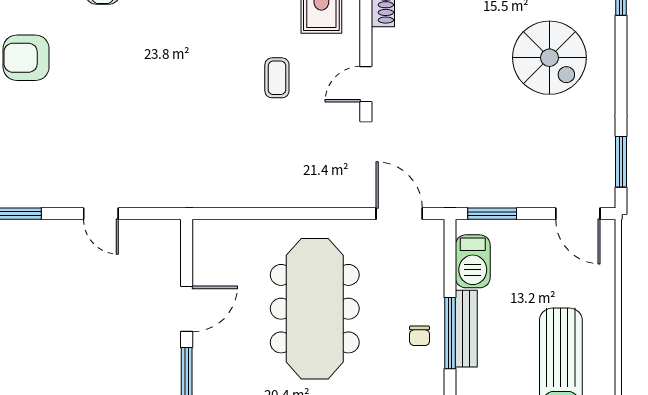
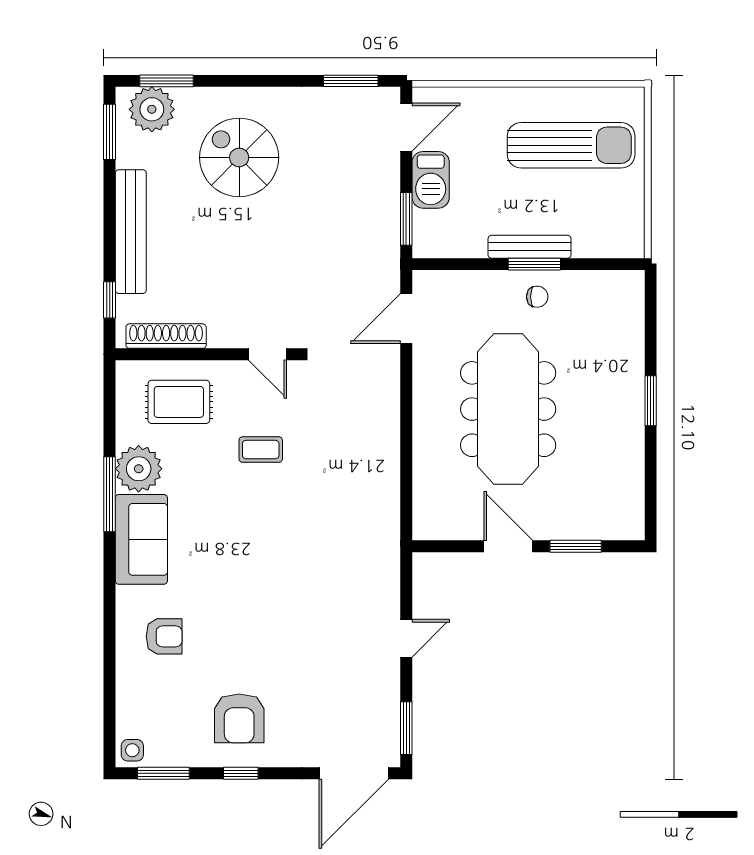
spiral stairs: (549, 58) -> (239, 157), turned -90
barbecue: (473, 261) -> (431, 180), moved, turned 90
meeting table: (315, 309) -> (508, 409), turned 90
window: (450, 333) -> (534, 264), width x0.69

